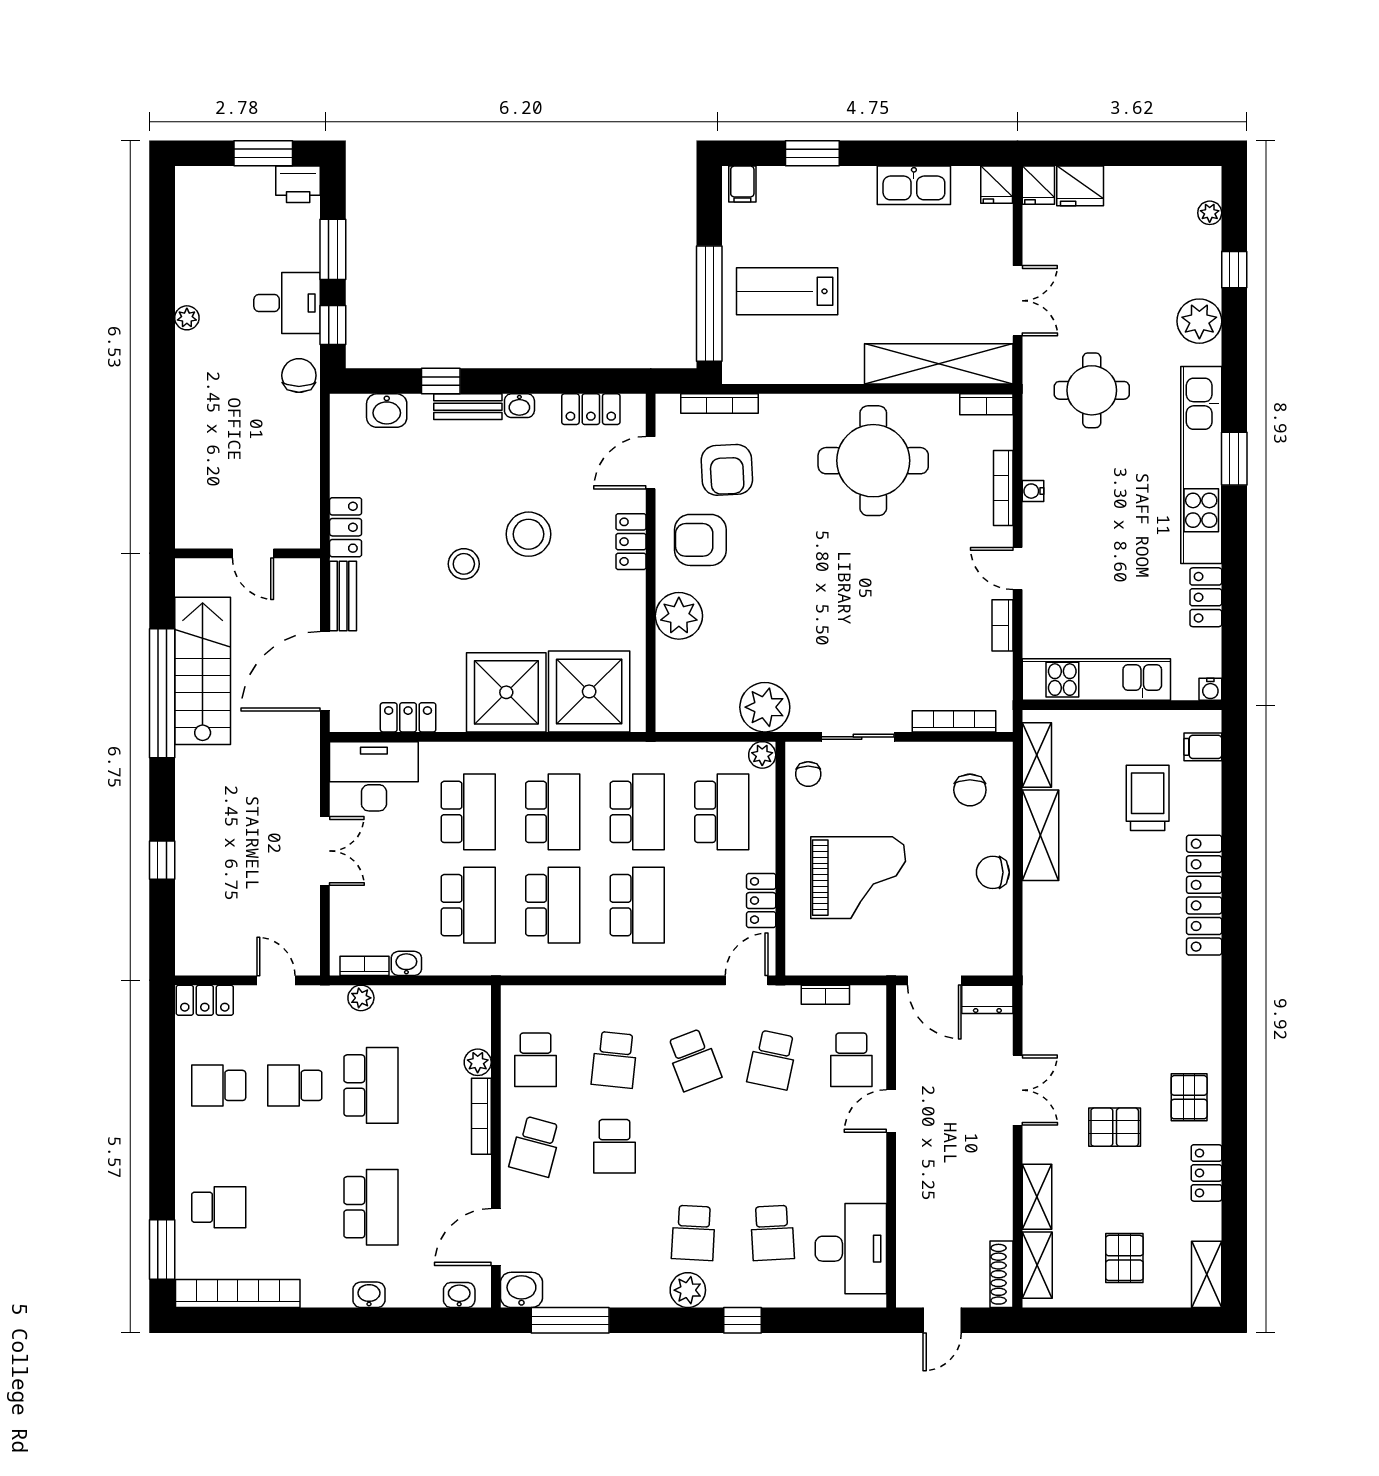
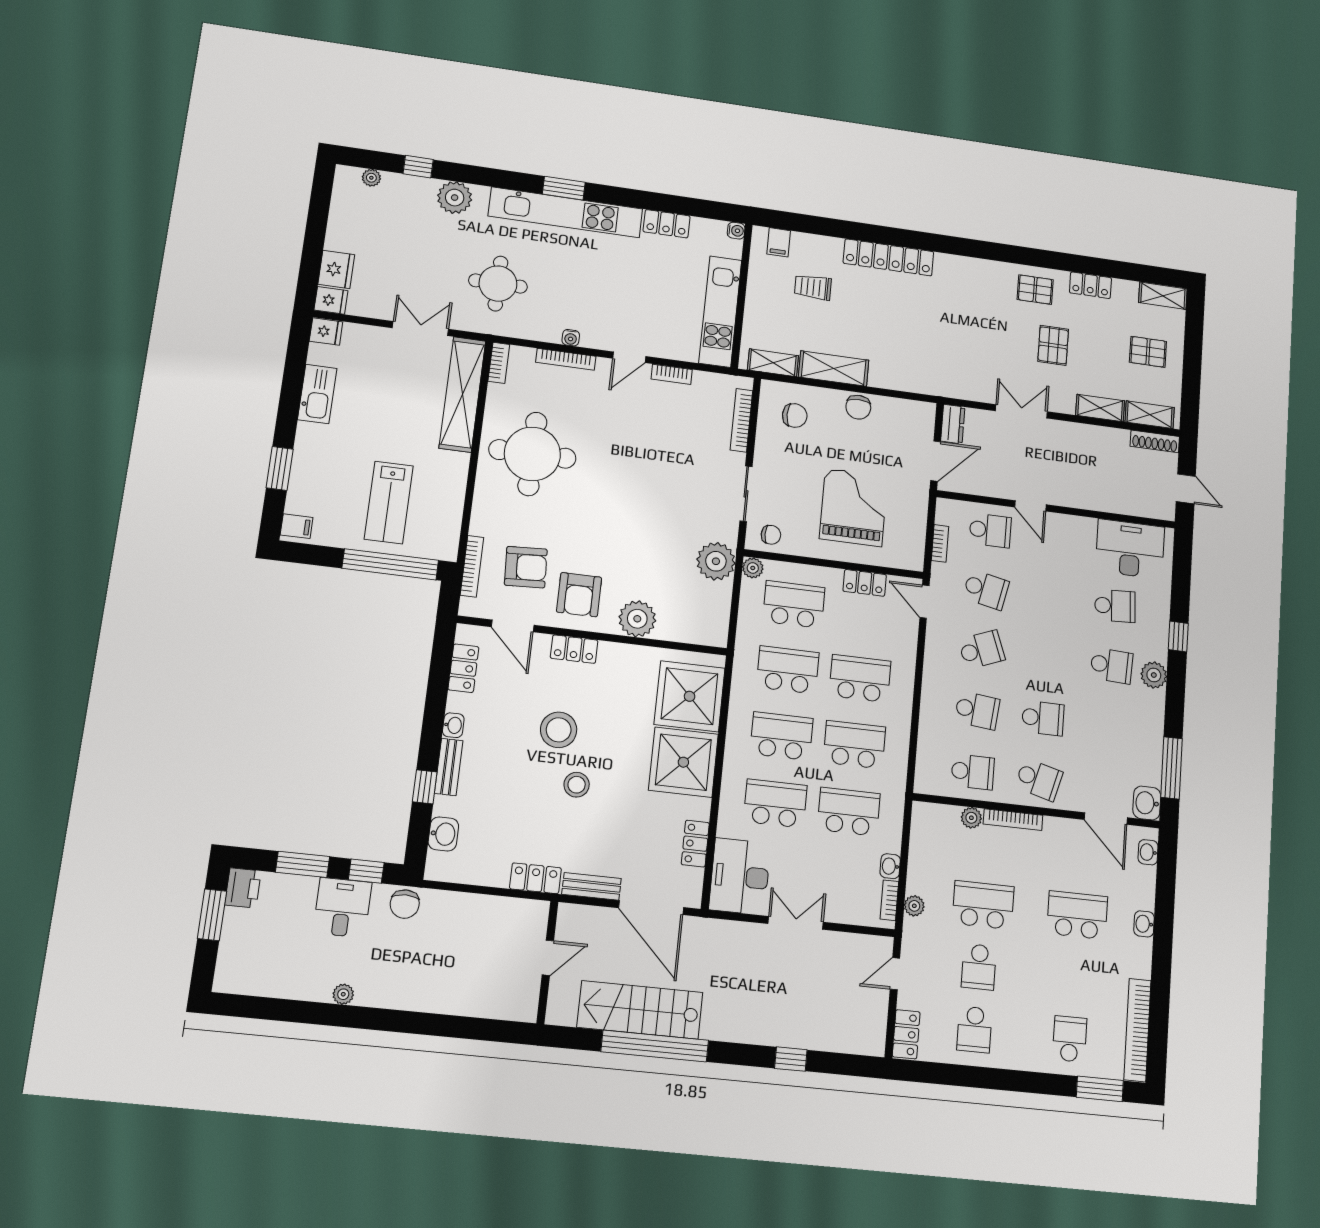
chair: (299, 375) -> (405, 904), turned -90
trolley: (1148, 798) -> (813, 287), width x0.73, depth x0.72

